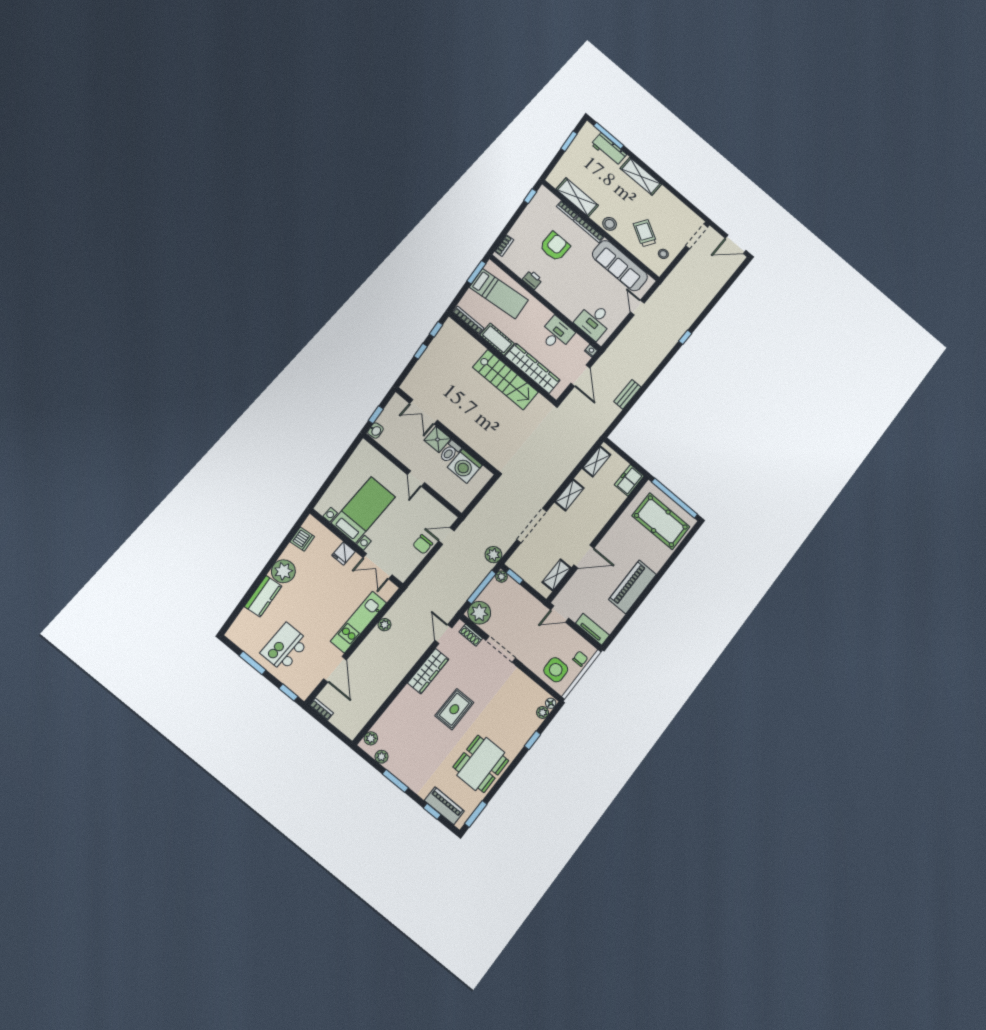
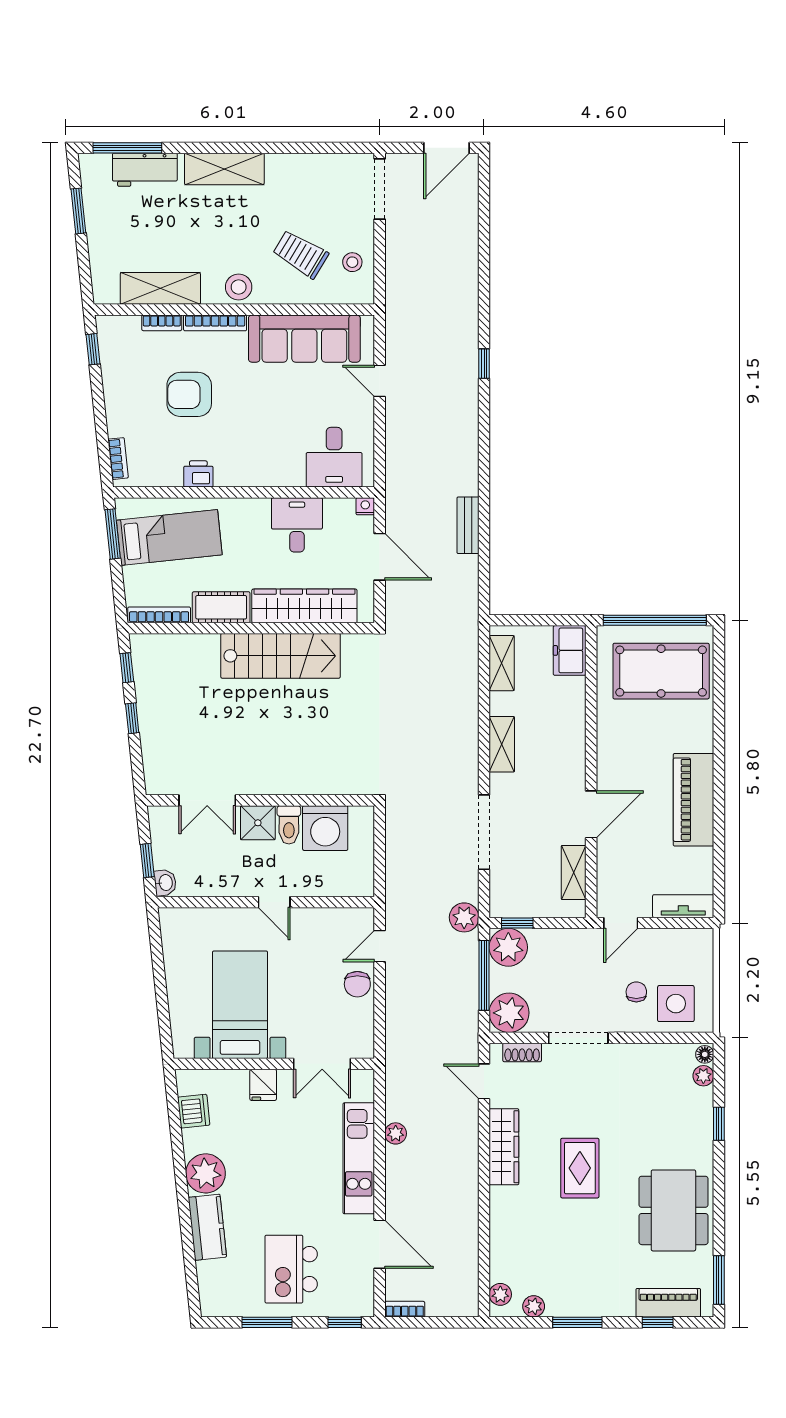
armchair: (555, 246) -> (189, 394), turned -90
plant: (501, 577) -> (508, 947), width x1.87, depth x1.87
chair: (580, 659) -> (636, 992), moved

